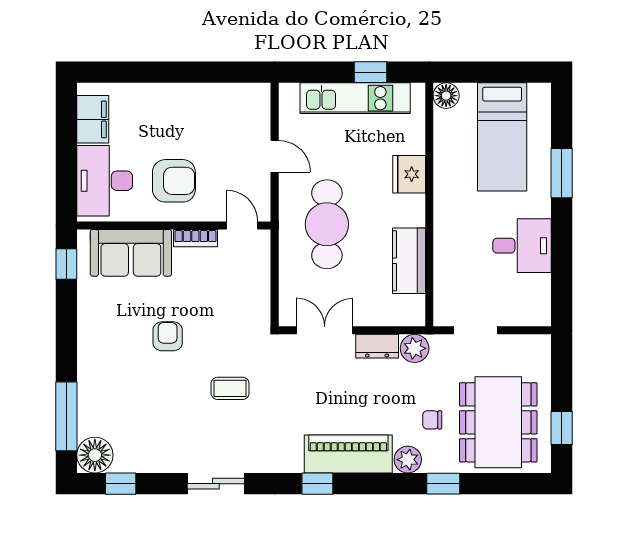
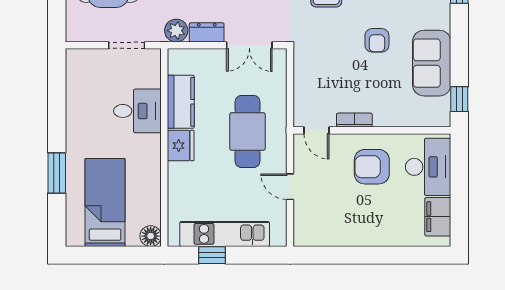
fridge: (409, 174) -> (181, 146), moved
desk: (522, 246) -> (137, 111), moved, turned 180
sofa: (131, 253) -> (432, 63), moved, turned -90

